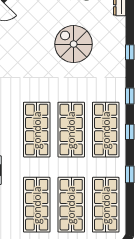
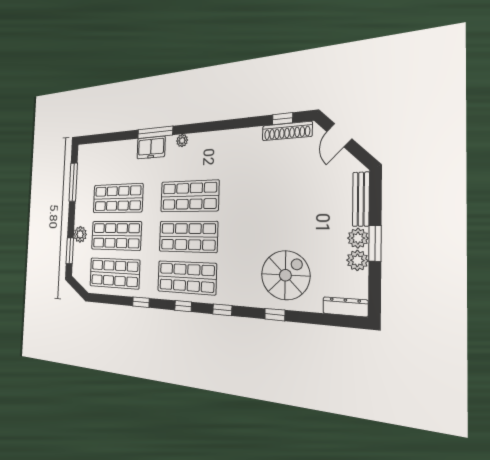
spiral stairs: (74, 44) -> (285, 275), moved

